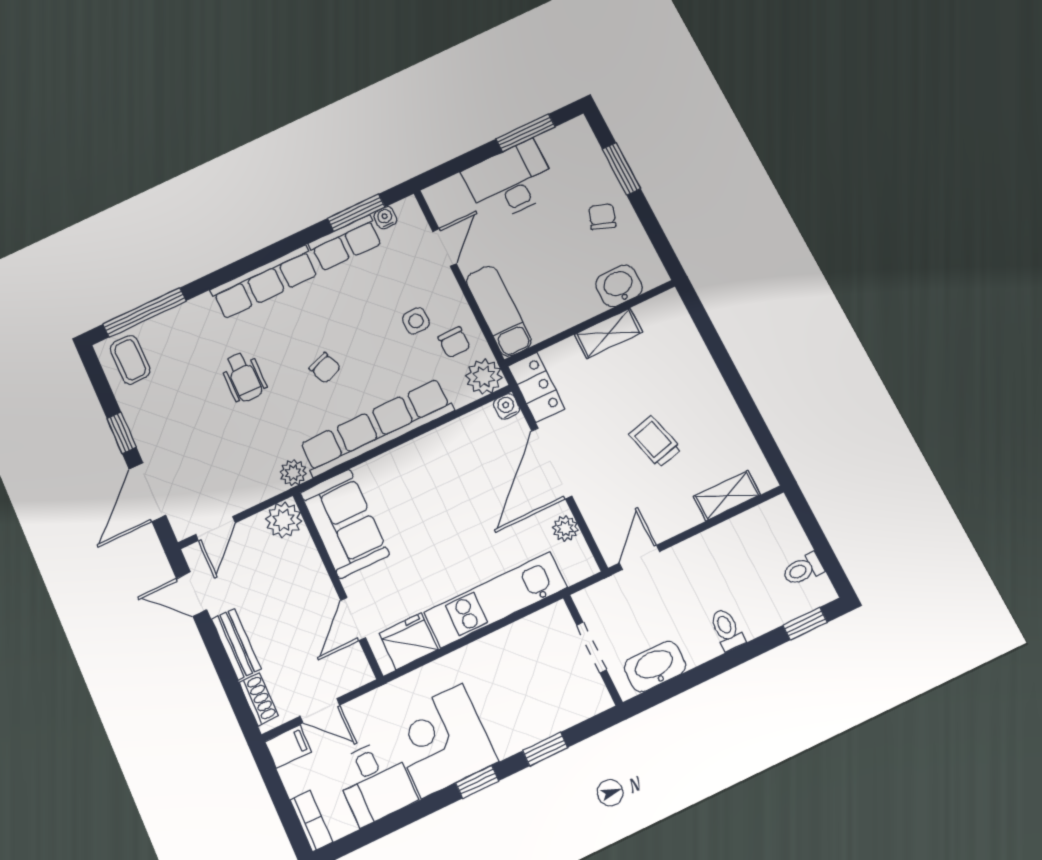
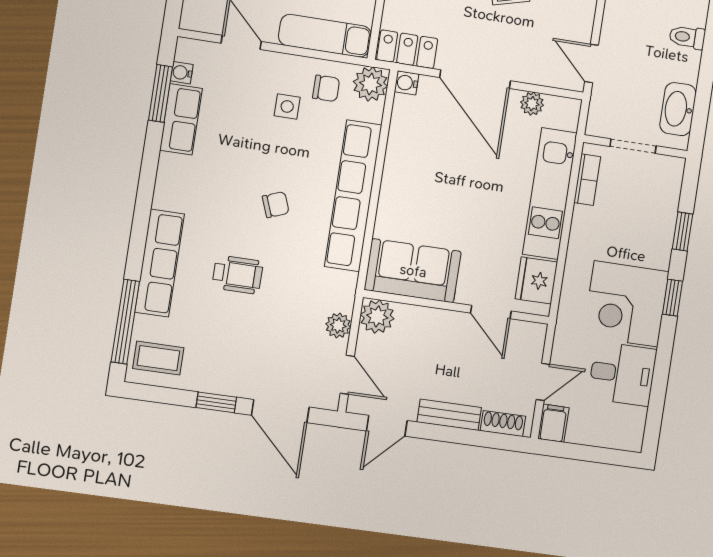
row of seats: (264, 282) -> (159, 263), moved
plant: (293, 473) -> (338, 325), moved
bookcase: (311, 821) -> (587, 180), moved, turned 90

